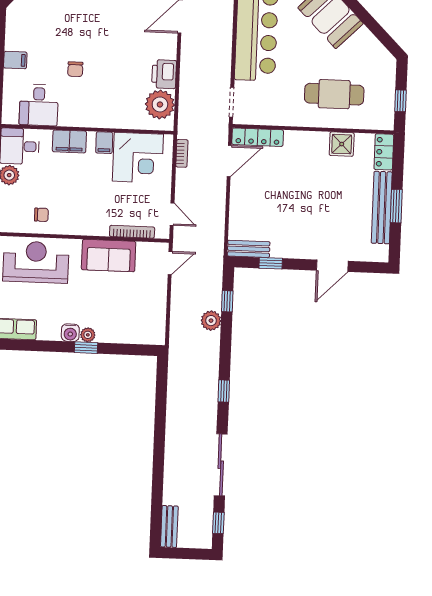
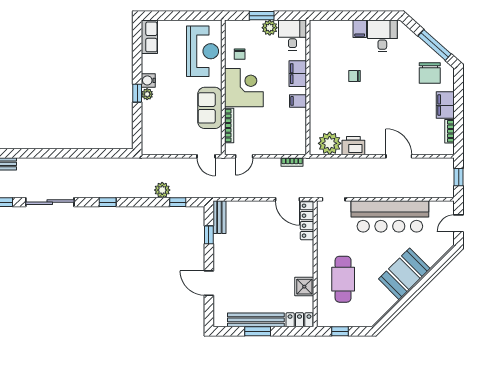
desk: (39, 105) -> (382, 36), moved, turned 90
corner desk: (138, 158) -> (244, 88), moved, turned 180

